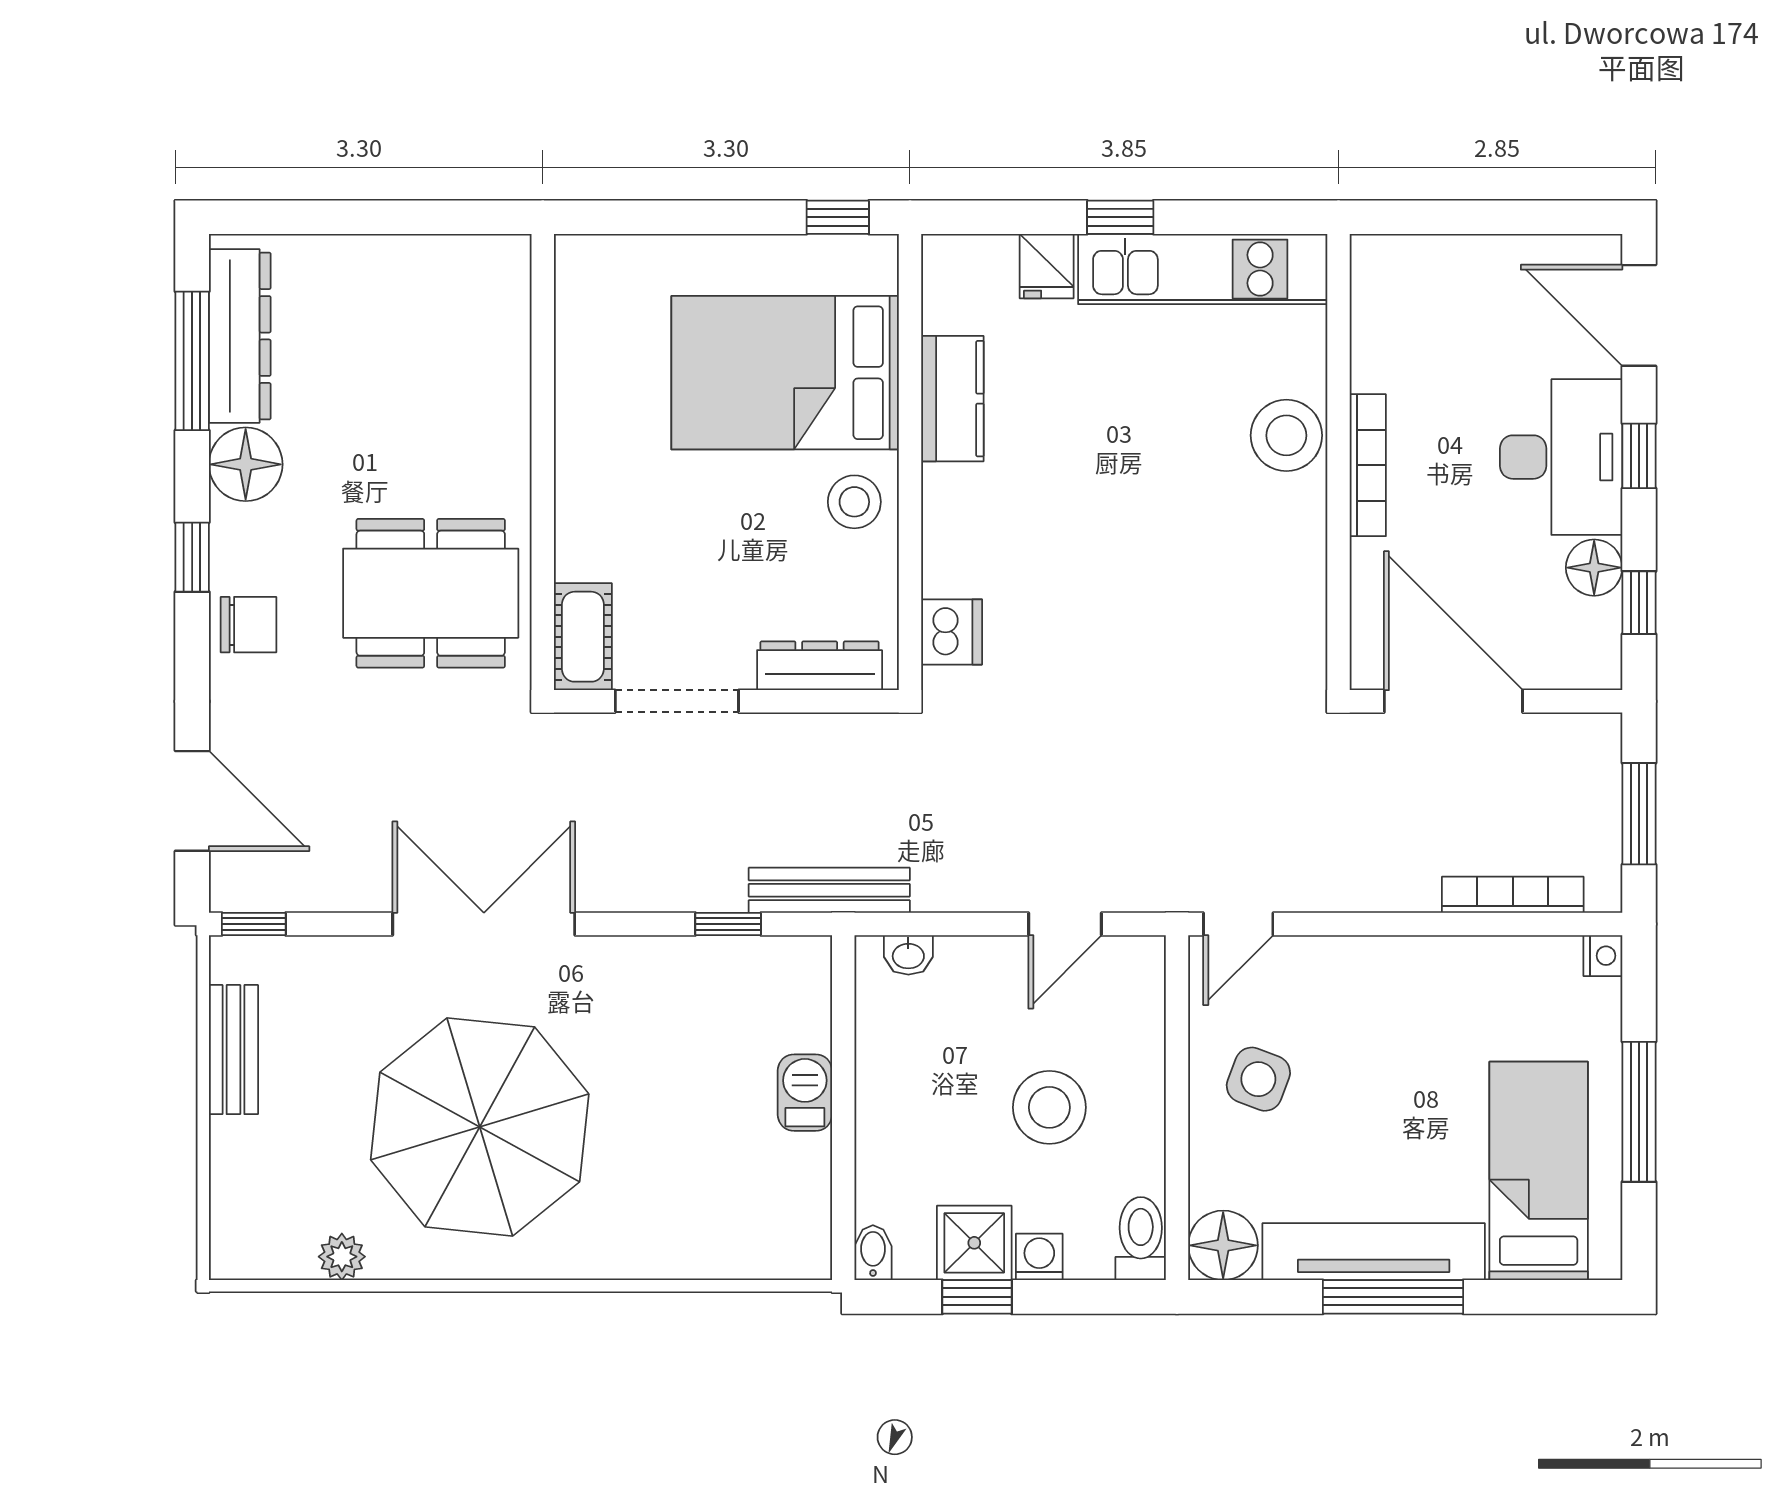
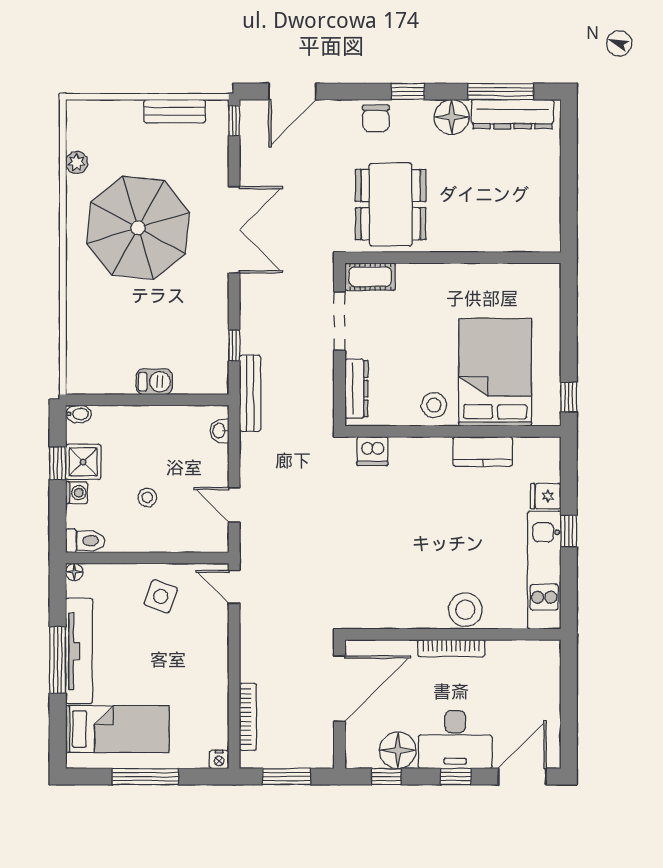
floor lamp: (1594, 568) -> (398, 750), width x1.38, depth x1.38
stool: (1049, 1107) -> (147, 497), width x0.53, depth x0.53
floor lamp: (1223, 1245) -> (74, 572), width x0.53, depth x0.53

